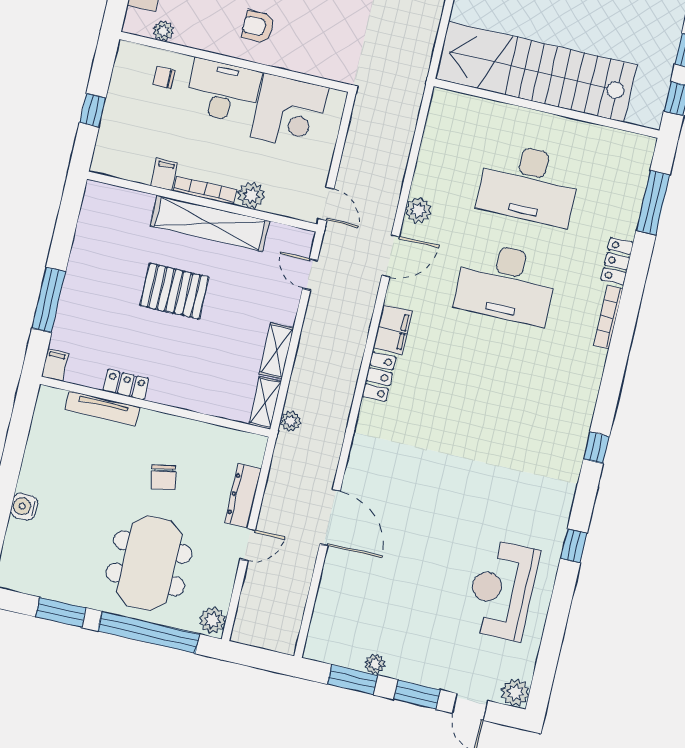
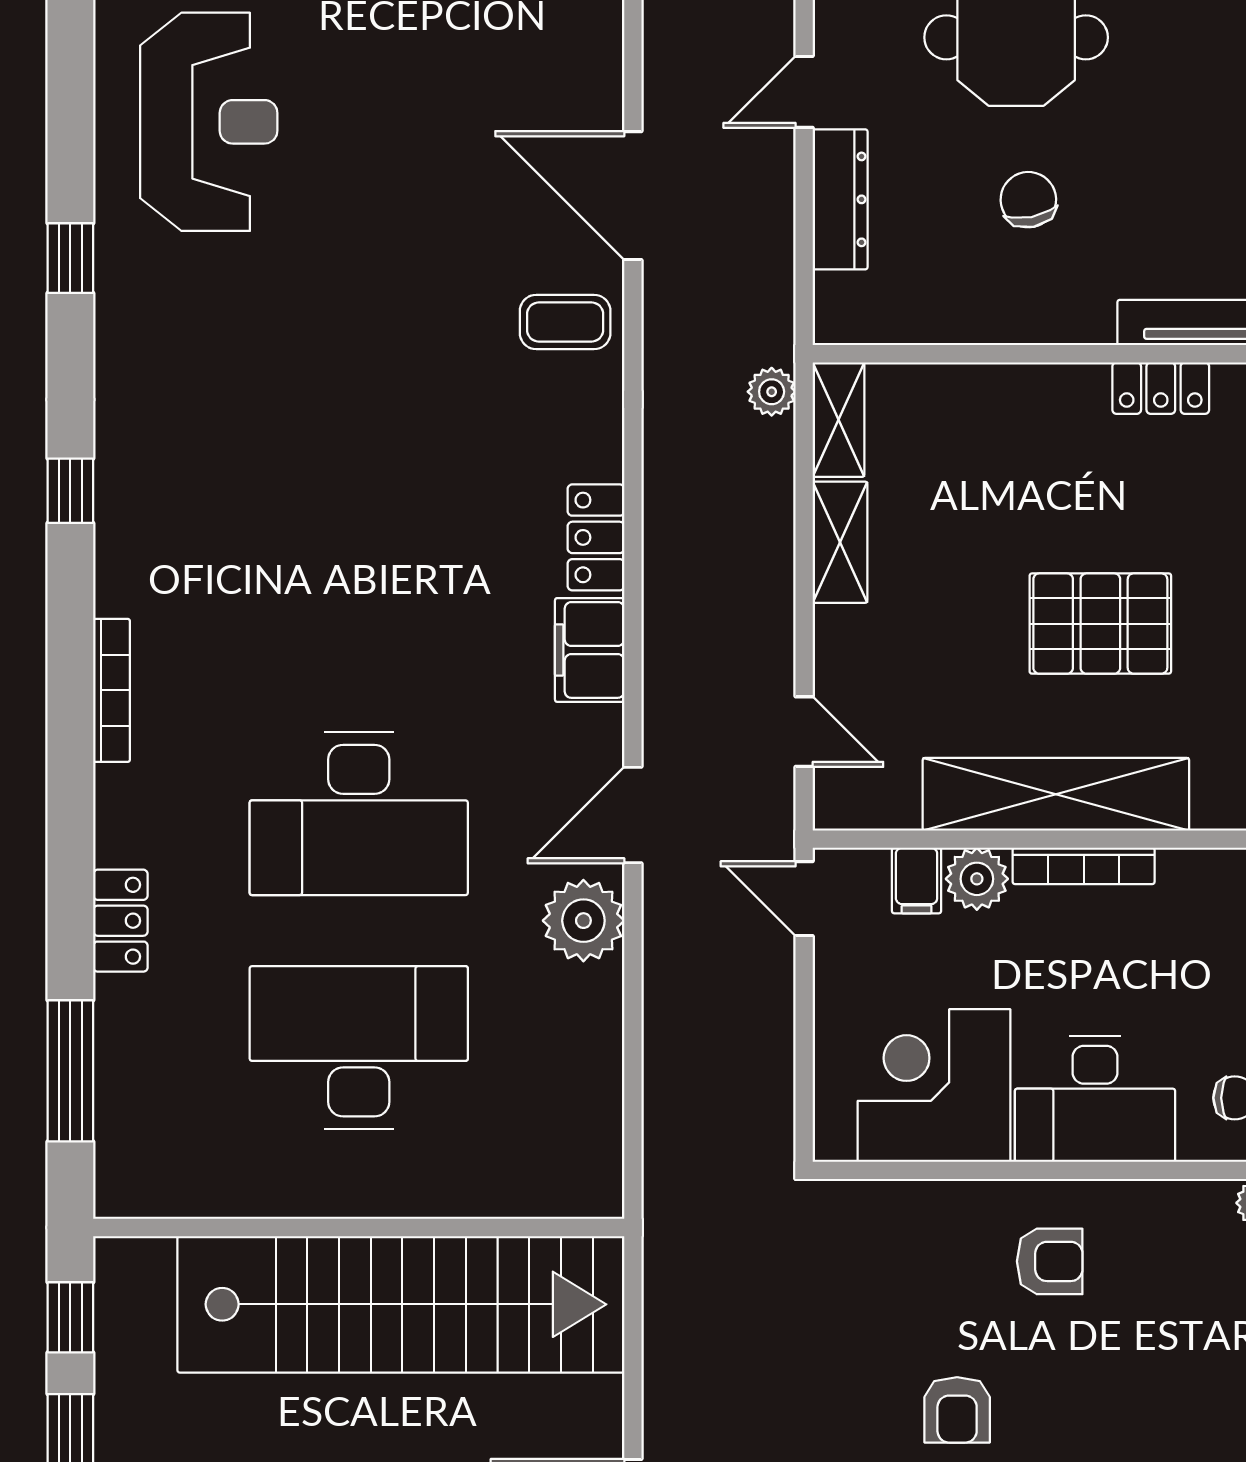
filing cabinet: (164, 174) -> (917, 881), moved
plant: (418, 210) -> (583, 921), width x1.36, depth x1.36
desk: (506, 283) -> (359, 813), turned 180
bookcase: (608, 317) -> (112, 690), moved
coffee table: (371, 471) -> (565, 322), added

